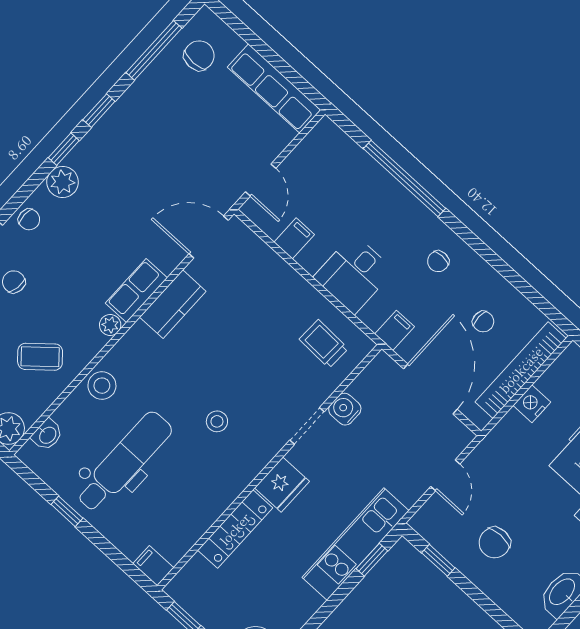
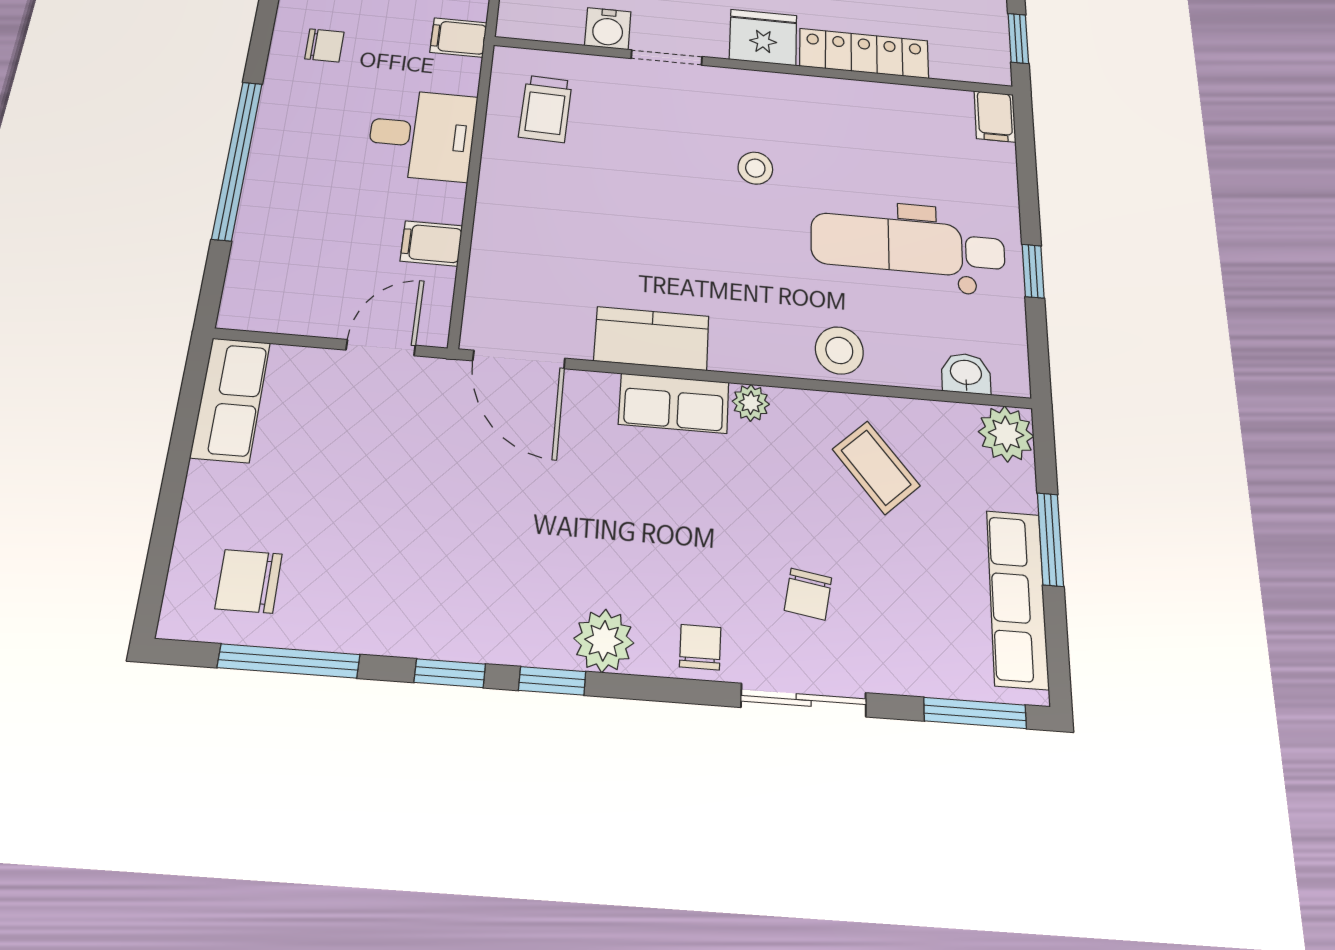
row of seats: (274, 88) -> (230, 400), width x0.68

